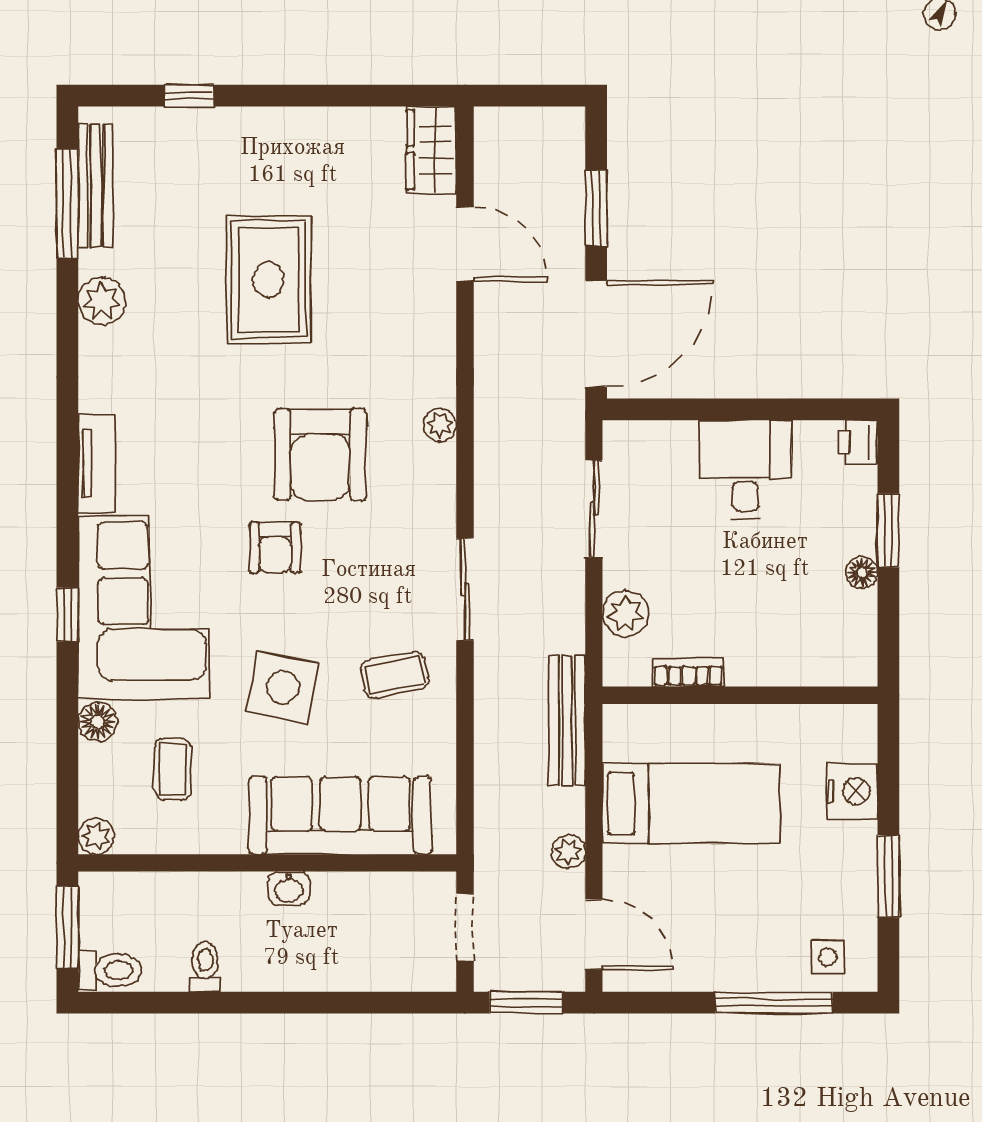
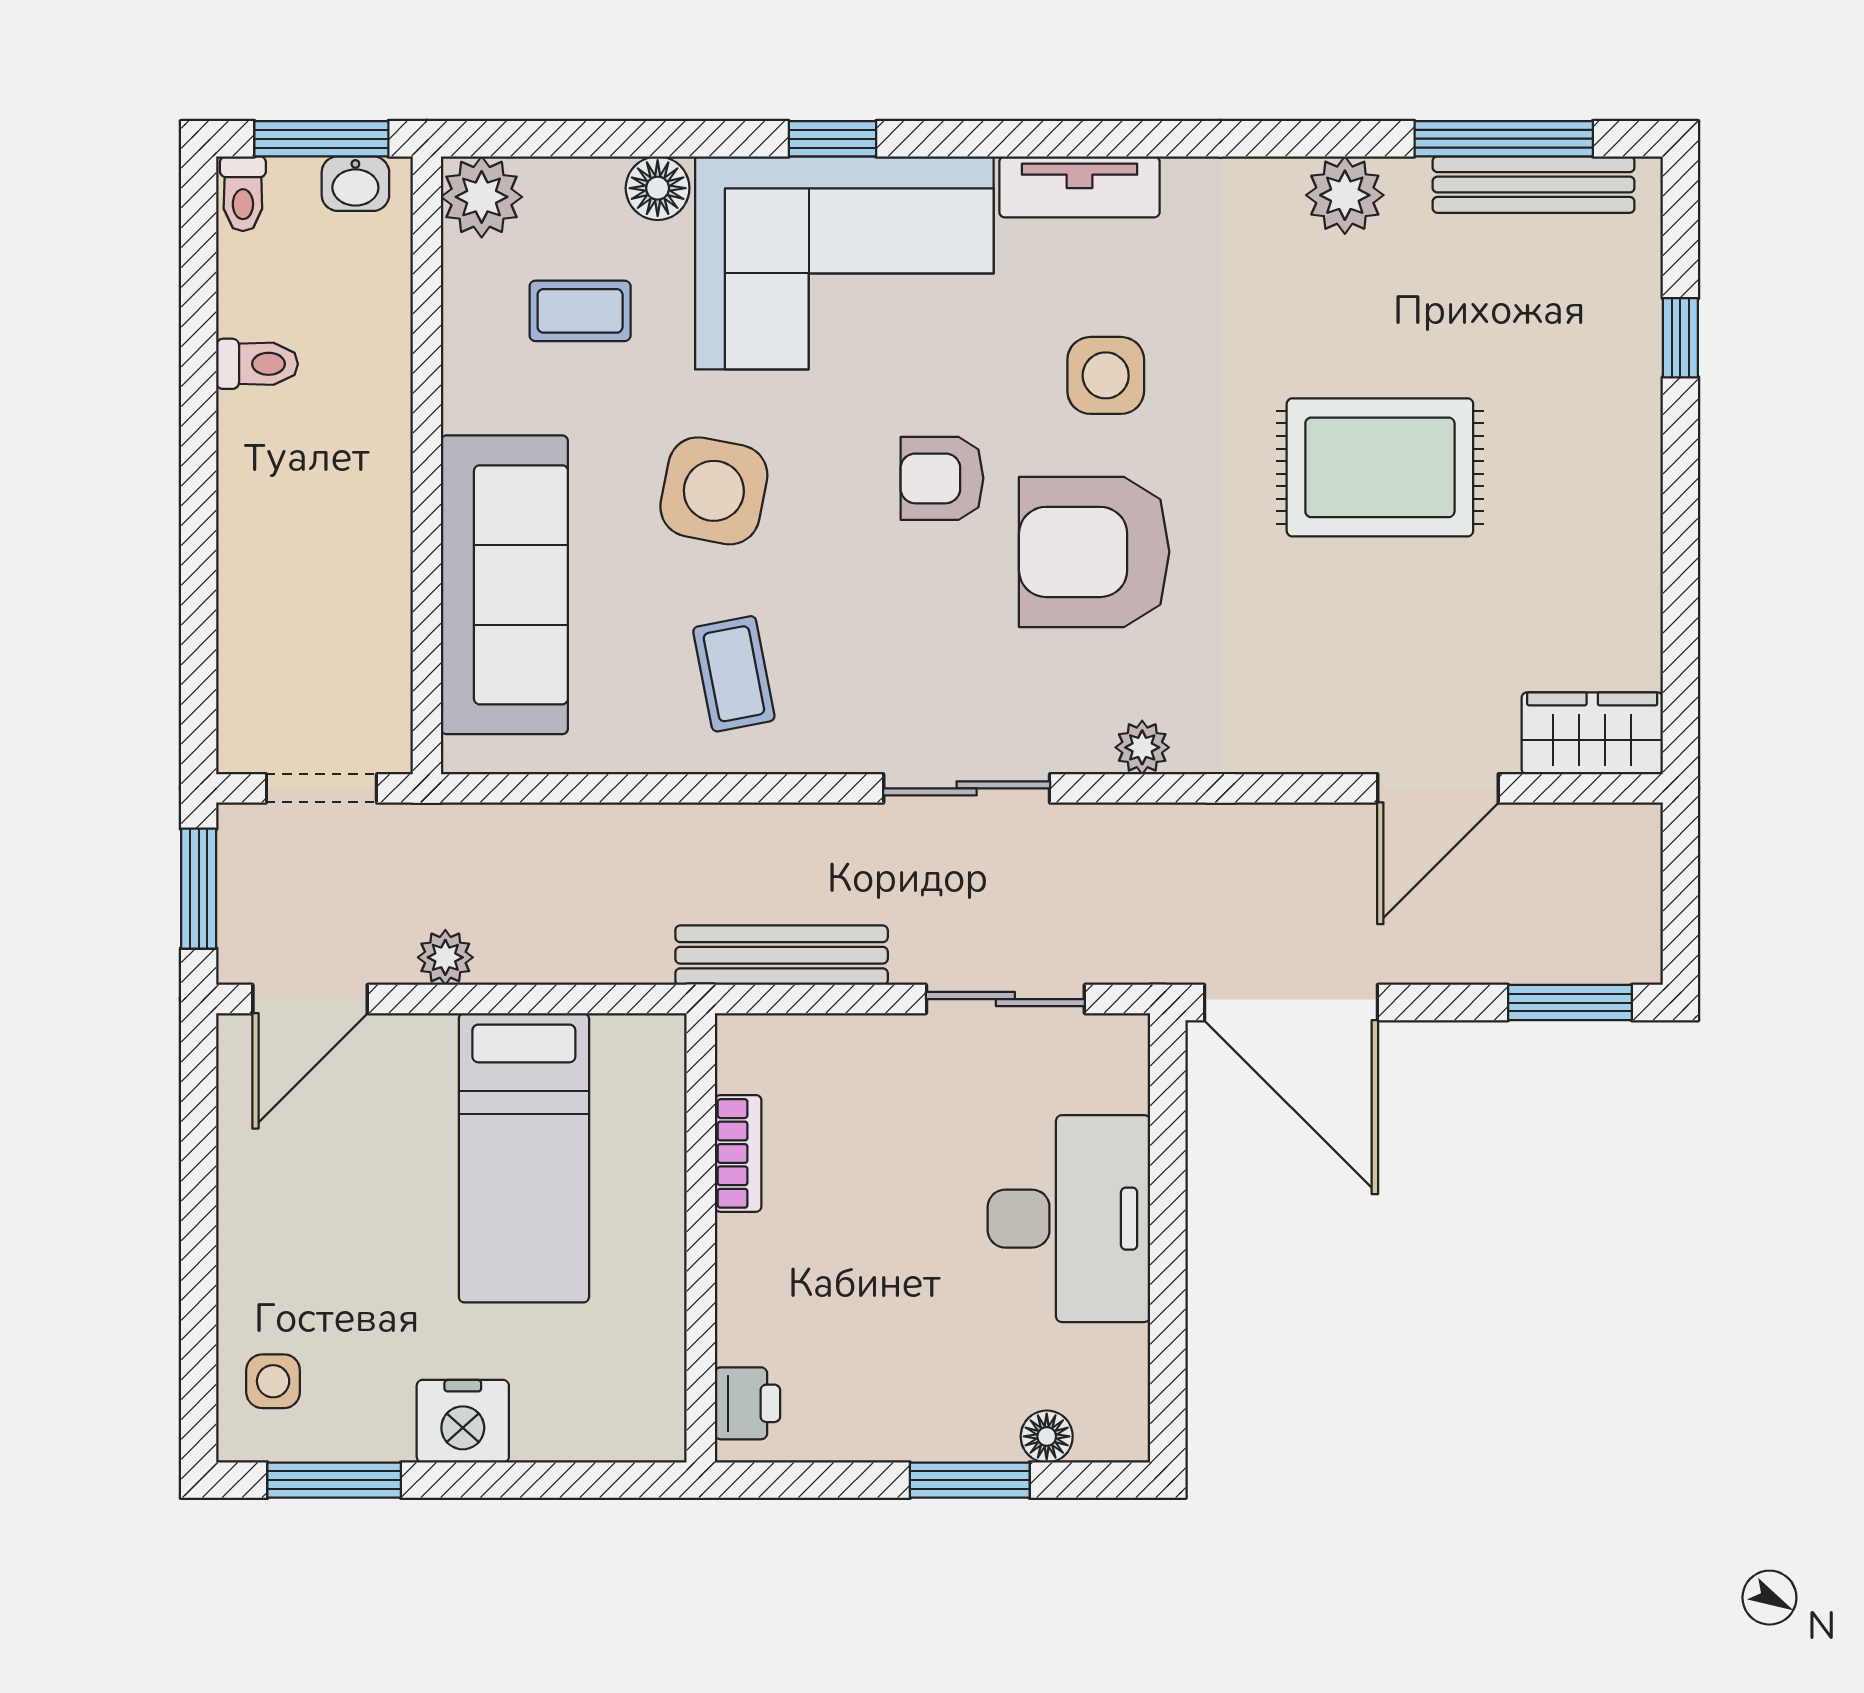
window: (596, 208) -> (1570, 1003), moved
printer: (858, 442) -> (747, 1403), moved, turned 90
side table: (212, 447) -> (1106, 375), added
desk: (745, 470) -> (1069, 1219), width x1.37
floor lamp: (862, 573) -> (1047, 1436), moved
sliding door: (465, 589) -> (967, 788), moved
plant: (626, 614) -> (834, 1051), removed
bench: (567, 720) -> (782, 955), moved
nightstand: (852, 791) -> (463, 1421), moved
plant: (96, 836) -> (482, 197), width x1.38, depth x1.38
window: (888, 876) -> (334, 1480), moved
washbasin: (289, 888) -> (355, 184), moved, turned -90
toilet: (110, 970) -> (243, 194), width x0.73, depth x0.72
window: (774, 1003) -> (199, 1293), removed

